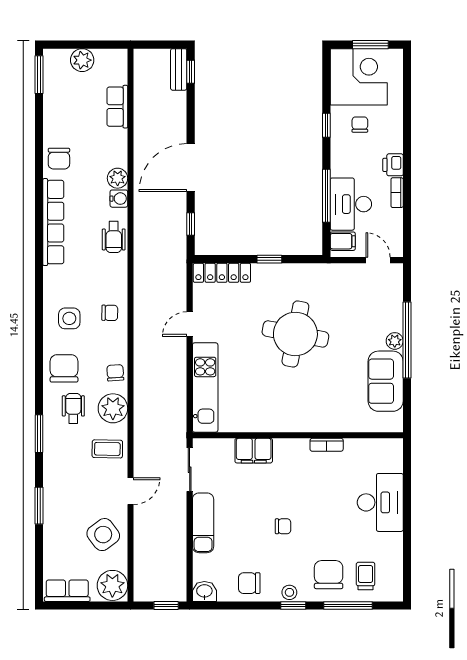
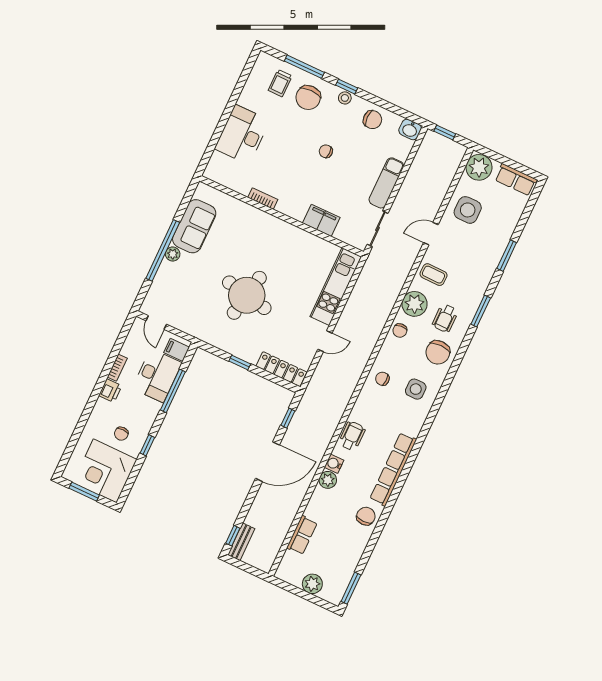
side table: (103, 535) -> (468, 210), turned 37

